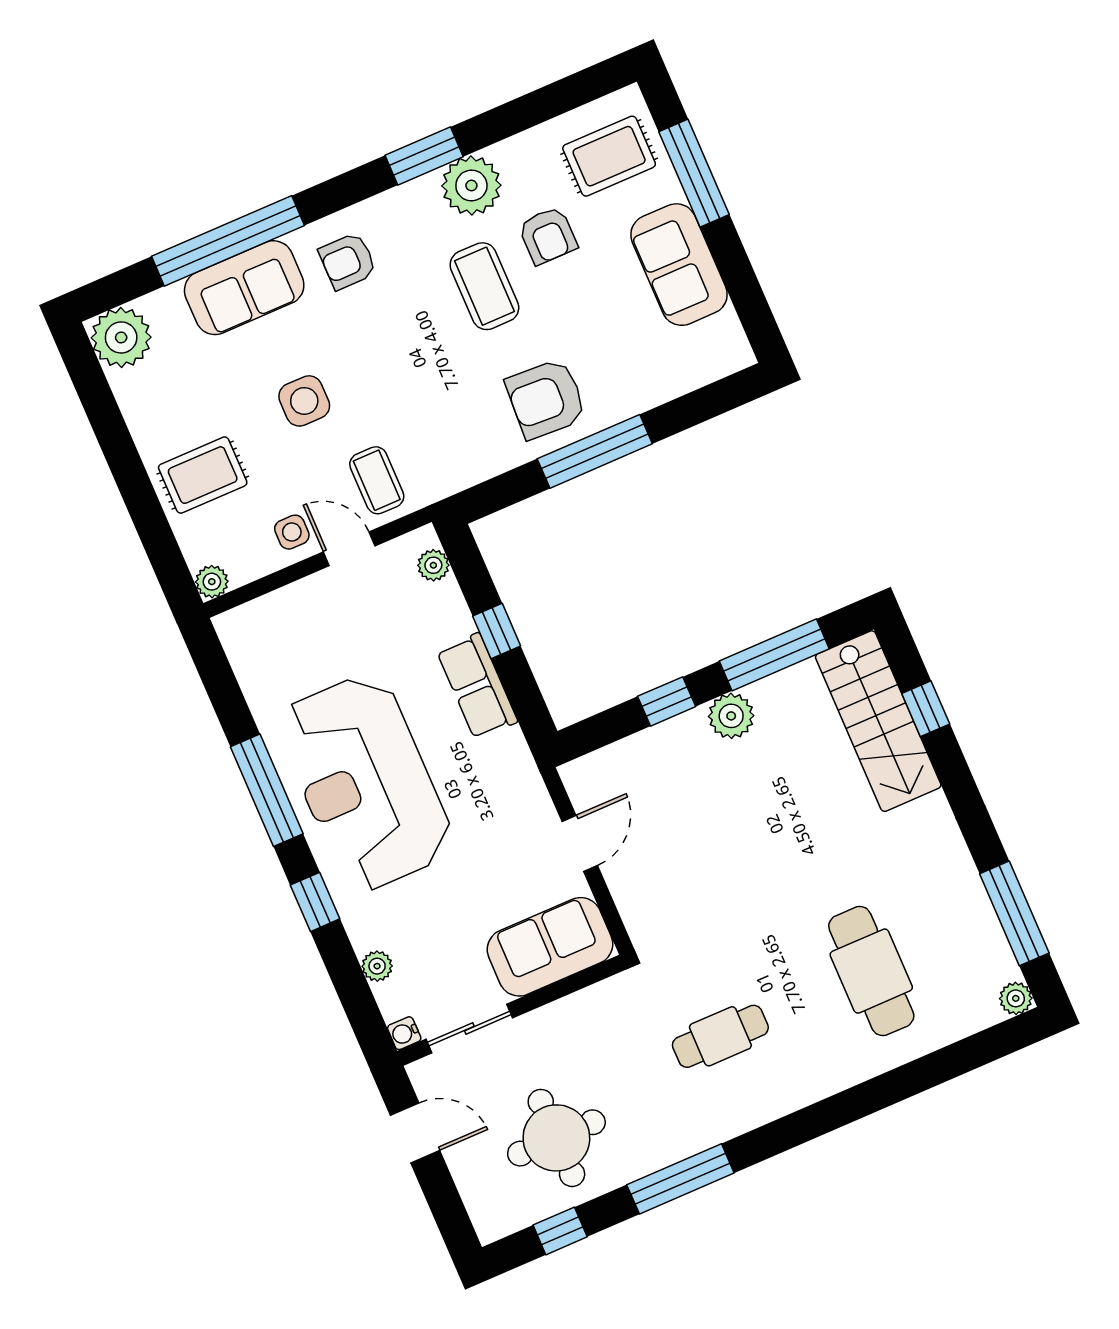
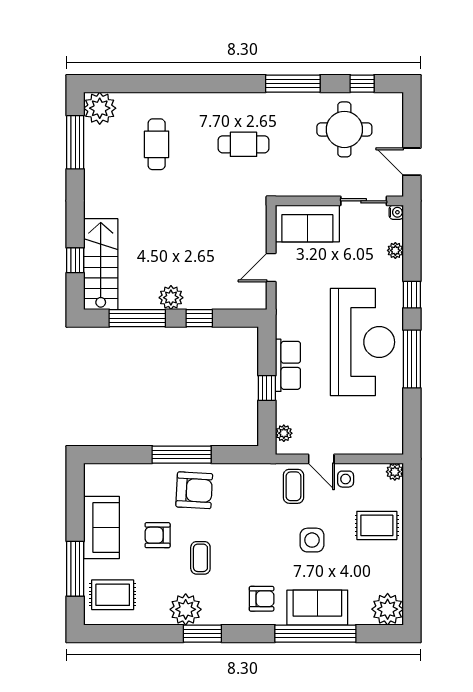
armchair: (548, 236) -> (158, 535), moved, turned -90
coffee table: (484, 286) -> (200, 558), width x0.73, depth x0.77
cafe table: (871, 971) -> (157, 144), width x0.73, depth x0.74
plant: (1016, 998) -> (100, 108), width x1.87, depth x1.87

